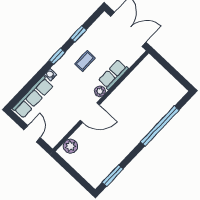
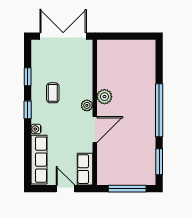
row of seats: (113, 75) -> (85, 169), moved
window: (160, 126) -> (159, 110), moved
plant: (70, 146) -> (104, 97), moved
window: (74, 173) -> (127, 189), added

